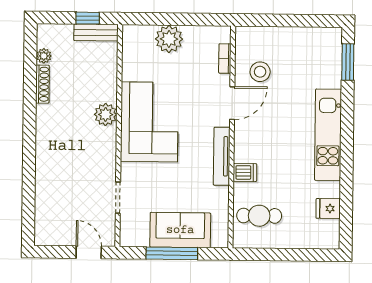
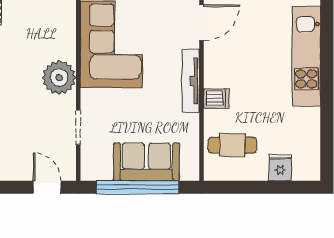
plant: (106, 114) -> (59, 78), moved, width x1.36, depth x1.36
fridge: (328, 209) -> (280, 168), moved, turned 90
window: (172, 253) -> (138, 187), width x1.46

